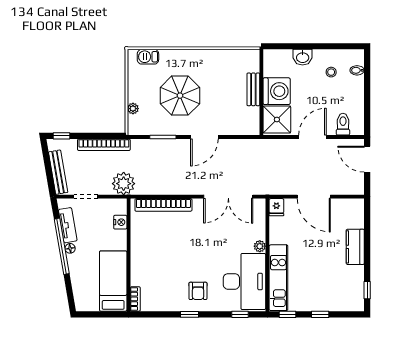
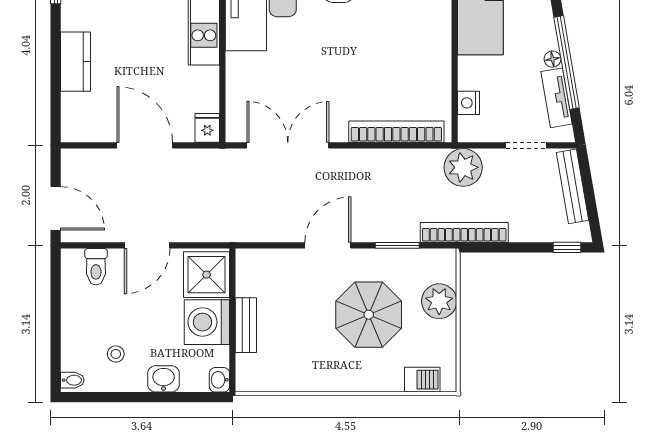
washbasin: (269, 57) -> (219, 380), added
bidet: (357, 70) -> (72, 380), moved
plant: (133, 109) -> (439, 301), width x1.87, depth x1.87
bookcase: (104, 145) -> (464, 232), moved
plant: (260, 246) -> (235, 63), removed

